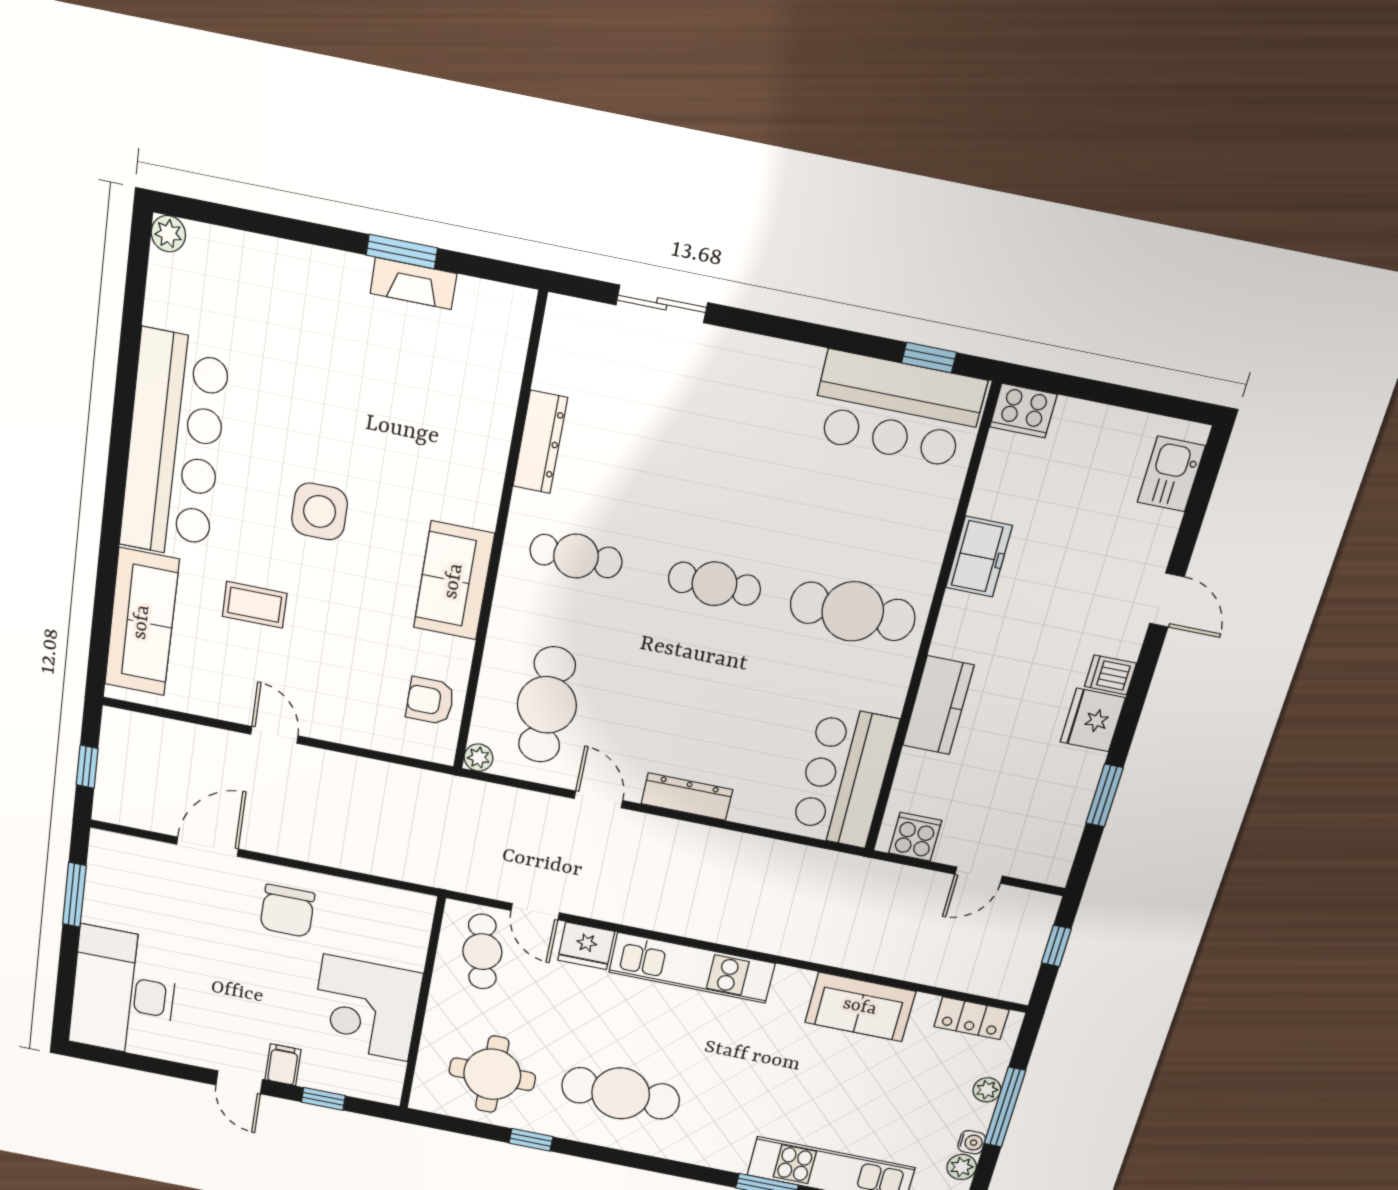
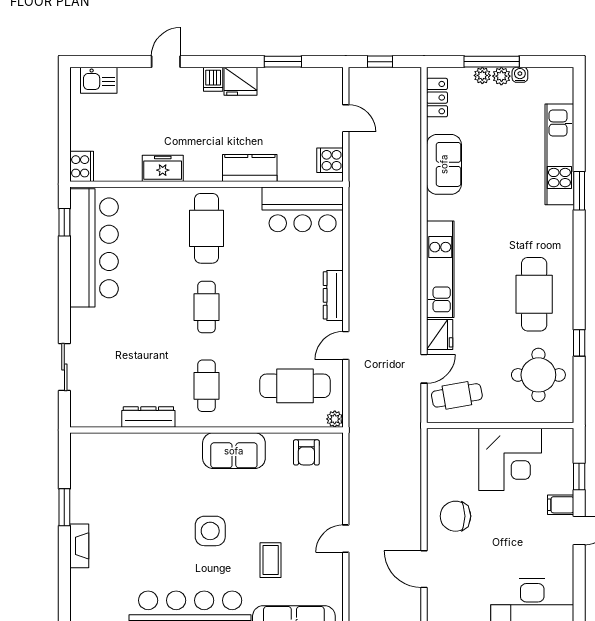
fireplace: (413, 283) -> (79, 546), moved
bar counter: (897, 410) -> (94, 248), width x1.36
chair: (287, 911) -> (455, 516), turned 180
plant: (962, 1167) -> (501, 76), moved

